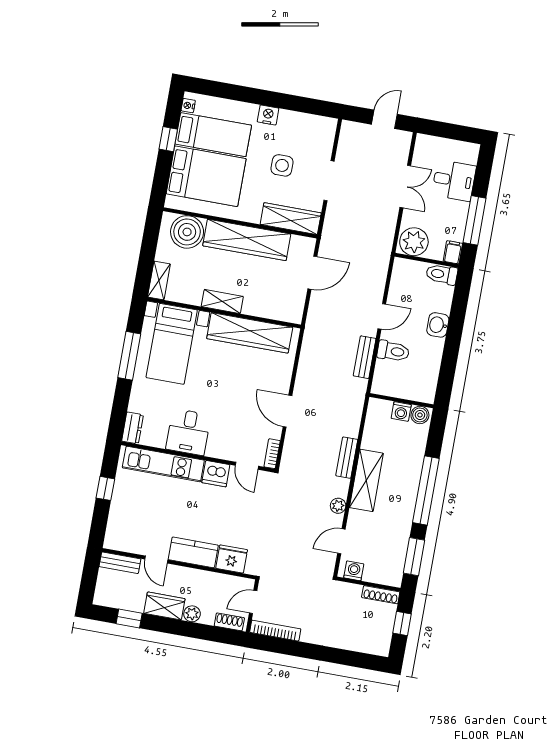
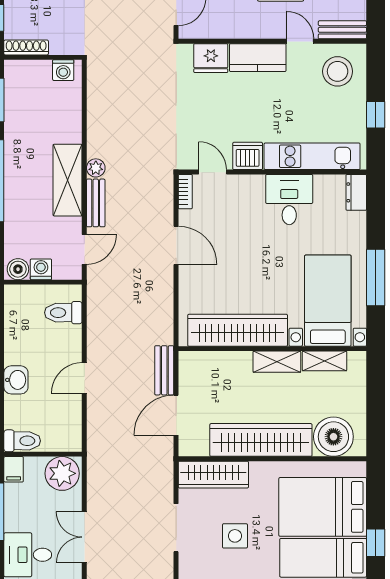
shelving: (159, 280) -> (325, 361), moved, turned 90
toilet: (393, 351) -> (63, 313), moved
bench: (365, 357) -> (164, 370), moved
plant: (338, 506) -> (96, 168), moved
stool: (130, 529) -> (338, 71), added
door: (341, 541) -> (84, 249), moved

